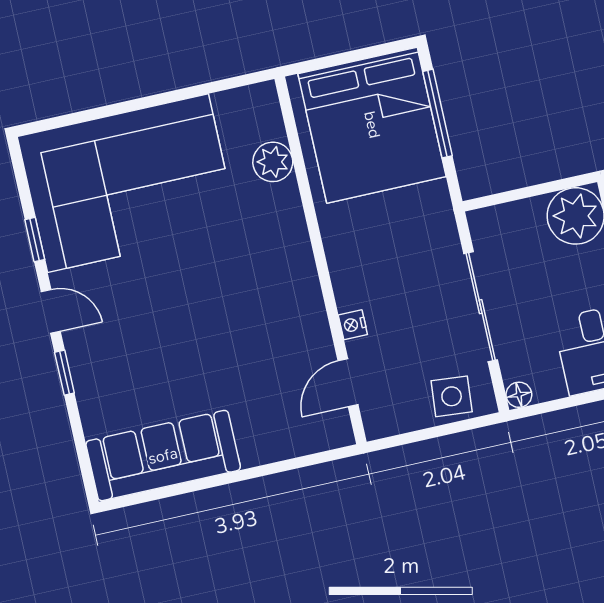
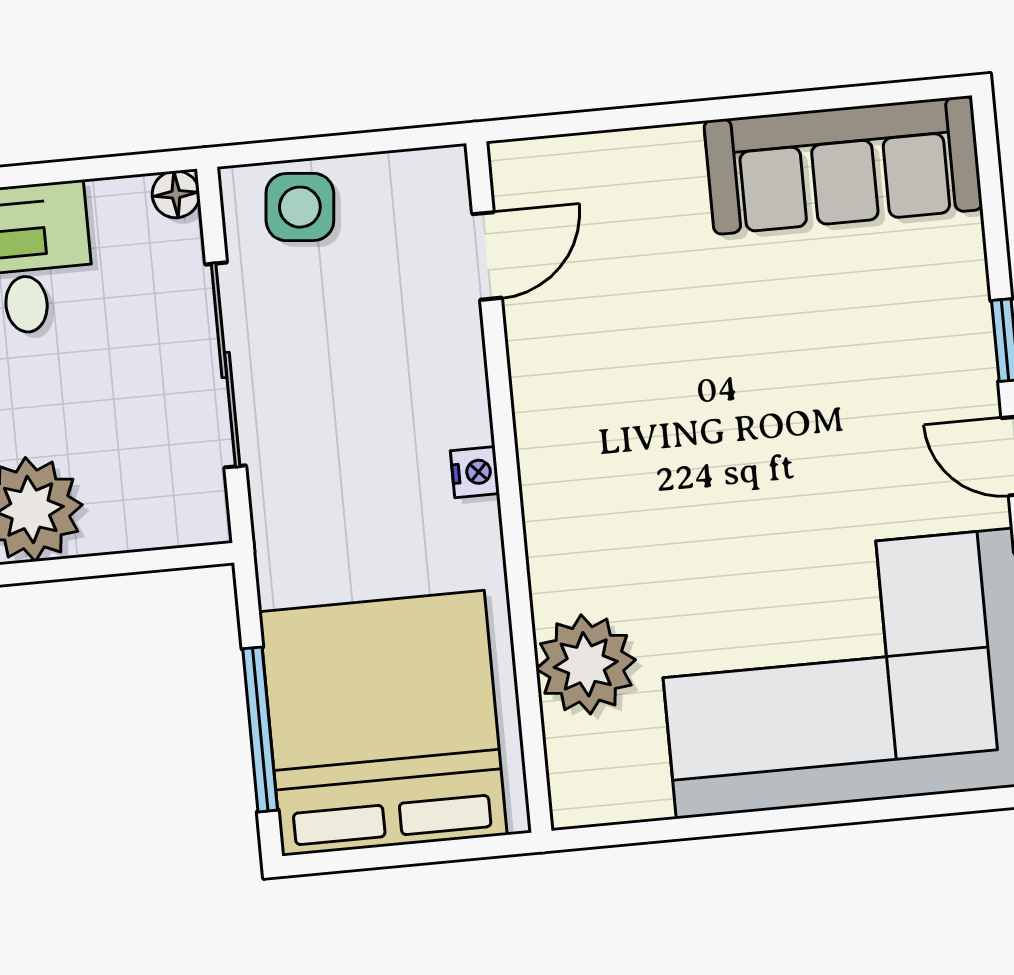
plant: (273, 162) -> (586, 664), width x1.36, depth x1.36
nightstand: (353, 325) -> (475, 472), moved

